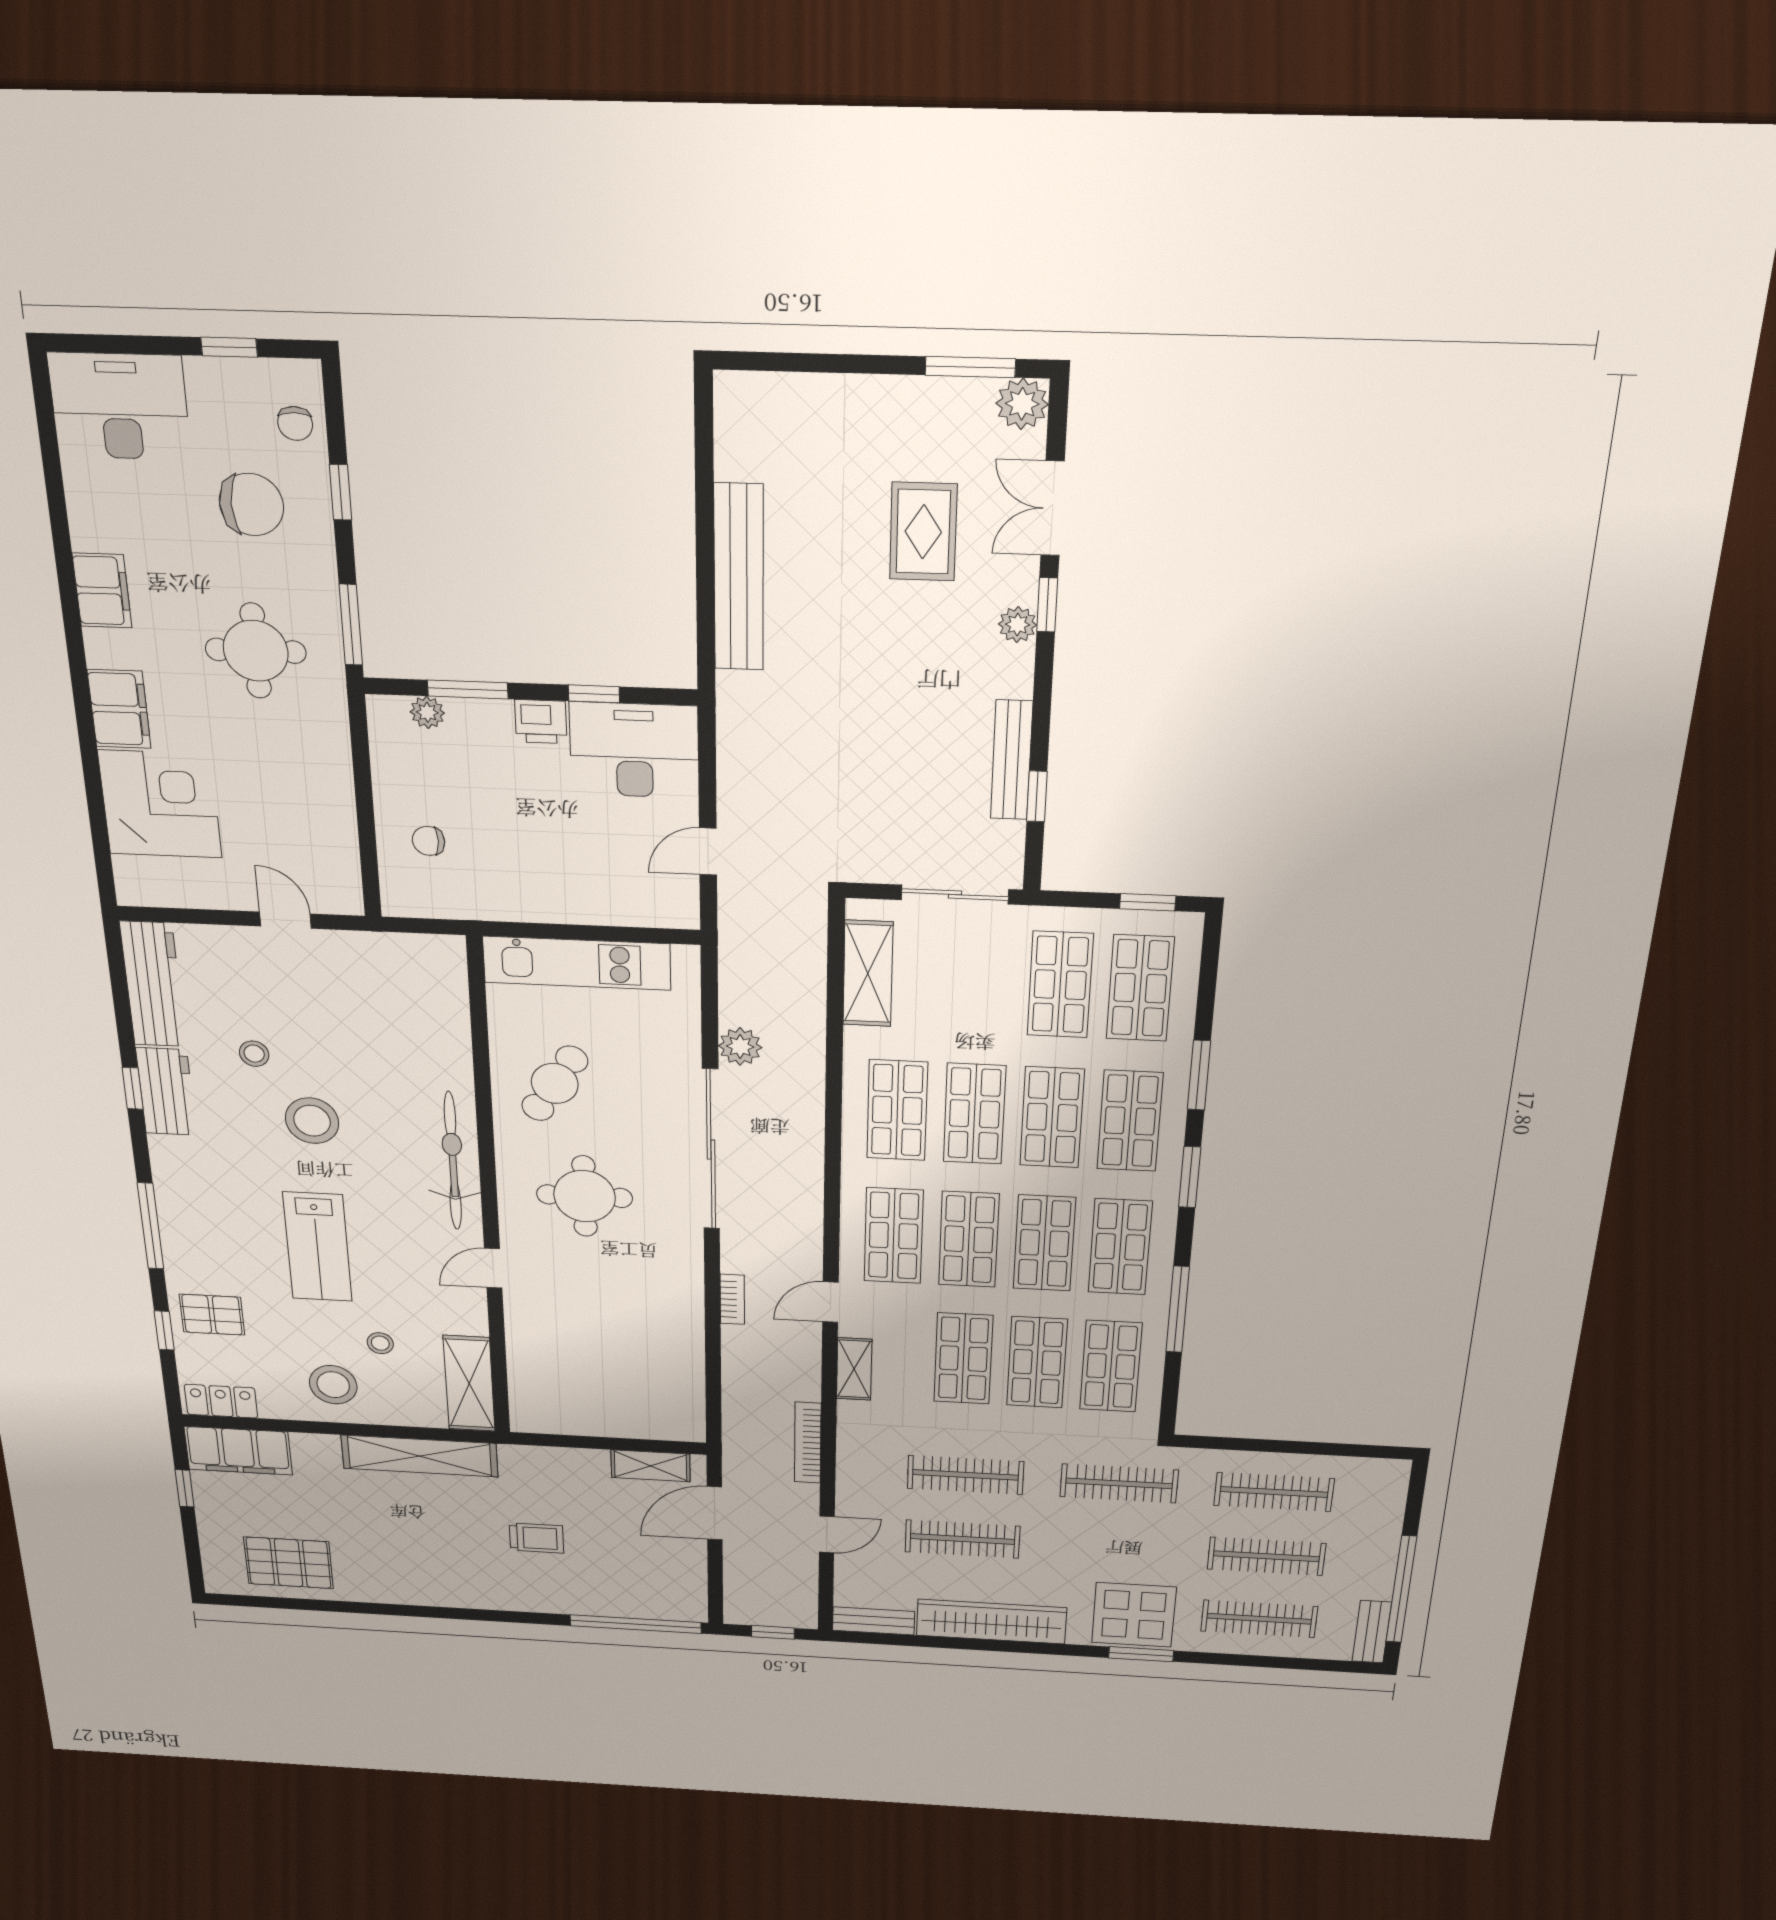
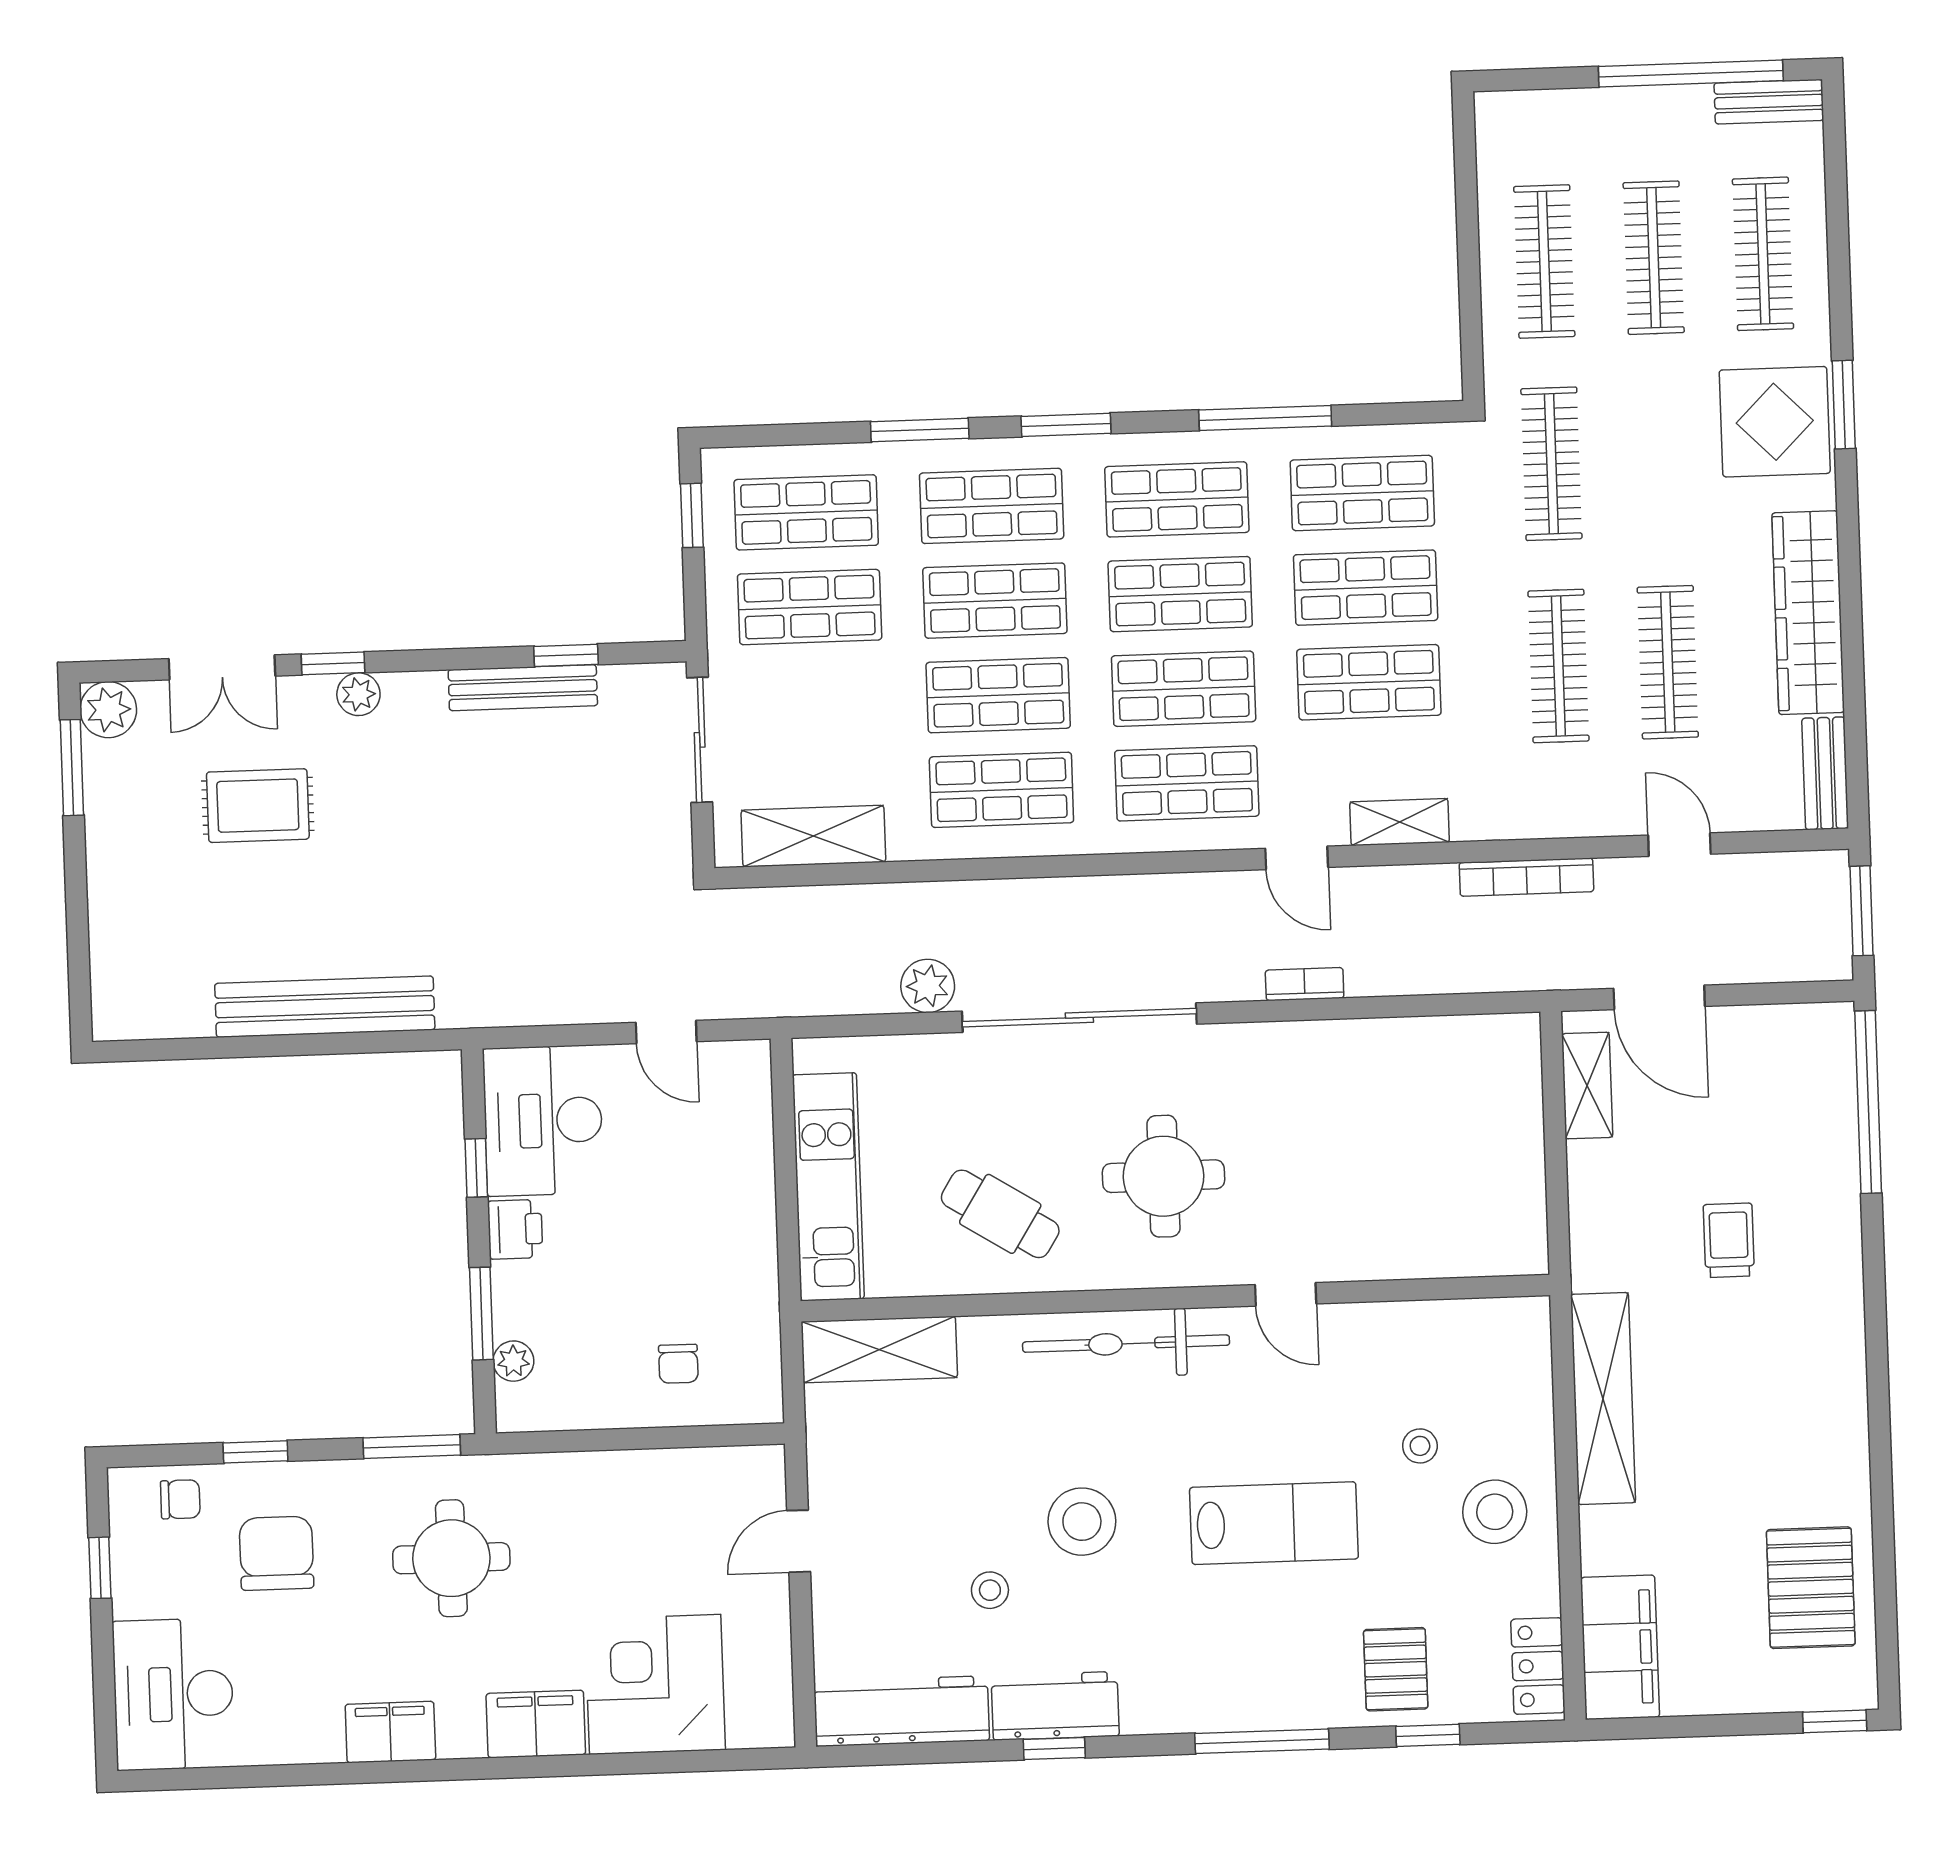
shelving: (469, 1384) -> (879, 1350), moved
window: (185, 1488) -> (1835, 1721), moved
window: (773, 1632) -> (1861, 911), width x1.50

